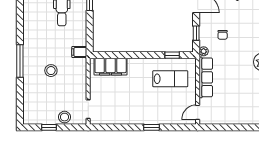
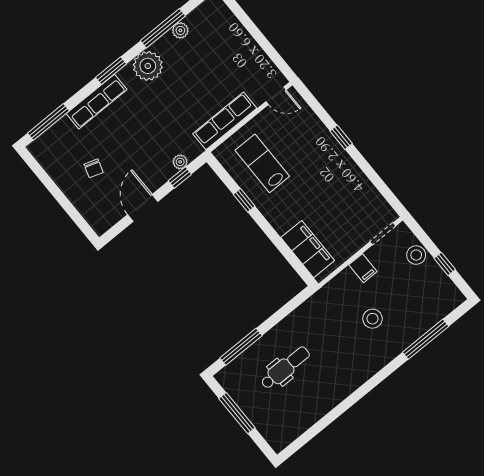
chair: (223, 35) -> (155, 143), removed
plant: (204, 51) -> (180, 162), moved
filing cabinet: (79, 52) -> (363, 268), moved
window: (172, 55) -> (244, 200), moved
window: (20, 61) -> (426, 339), moved

